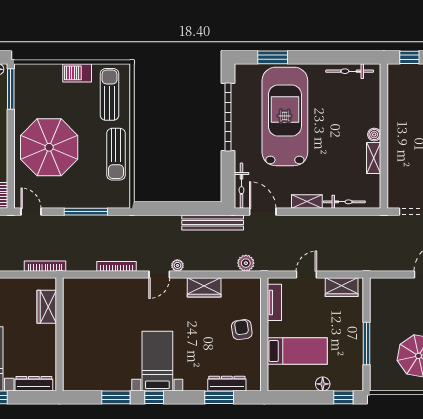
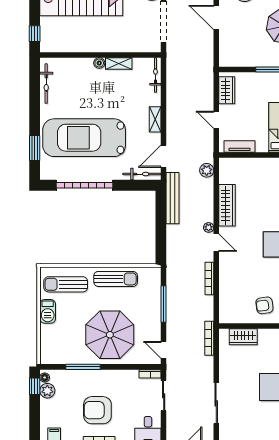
window: (11, 89) -> (83, 367), moved
bicycle: (344, 202) -> (155, 75), moved
door: (31, 212) -> (164, 350), hinge flipped
wardrobe: (204, 287) -> (227, 205), width x1.50
armchair: (242, 330) -> (264, 305), moved

